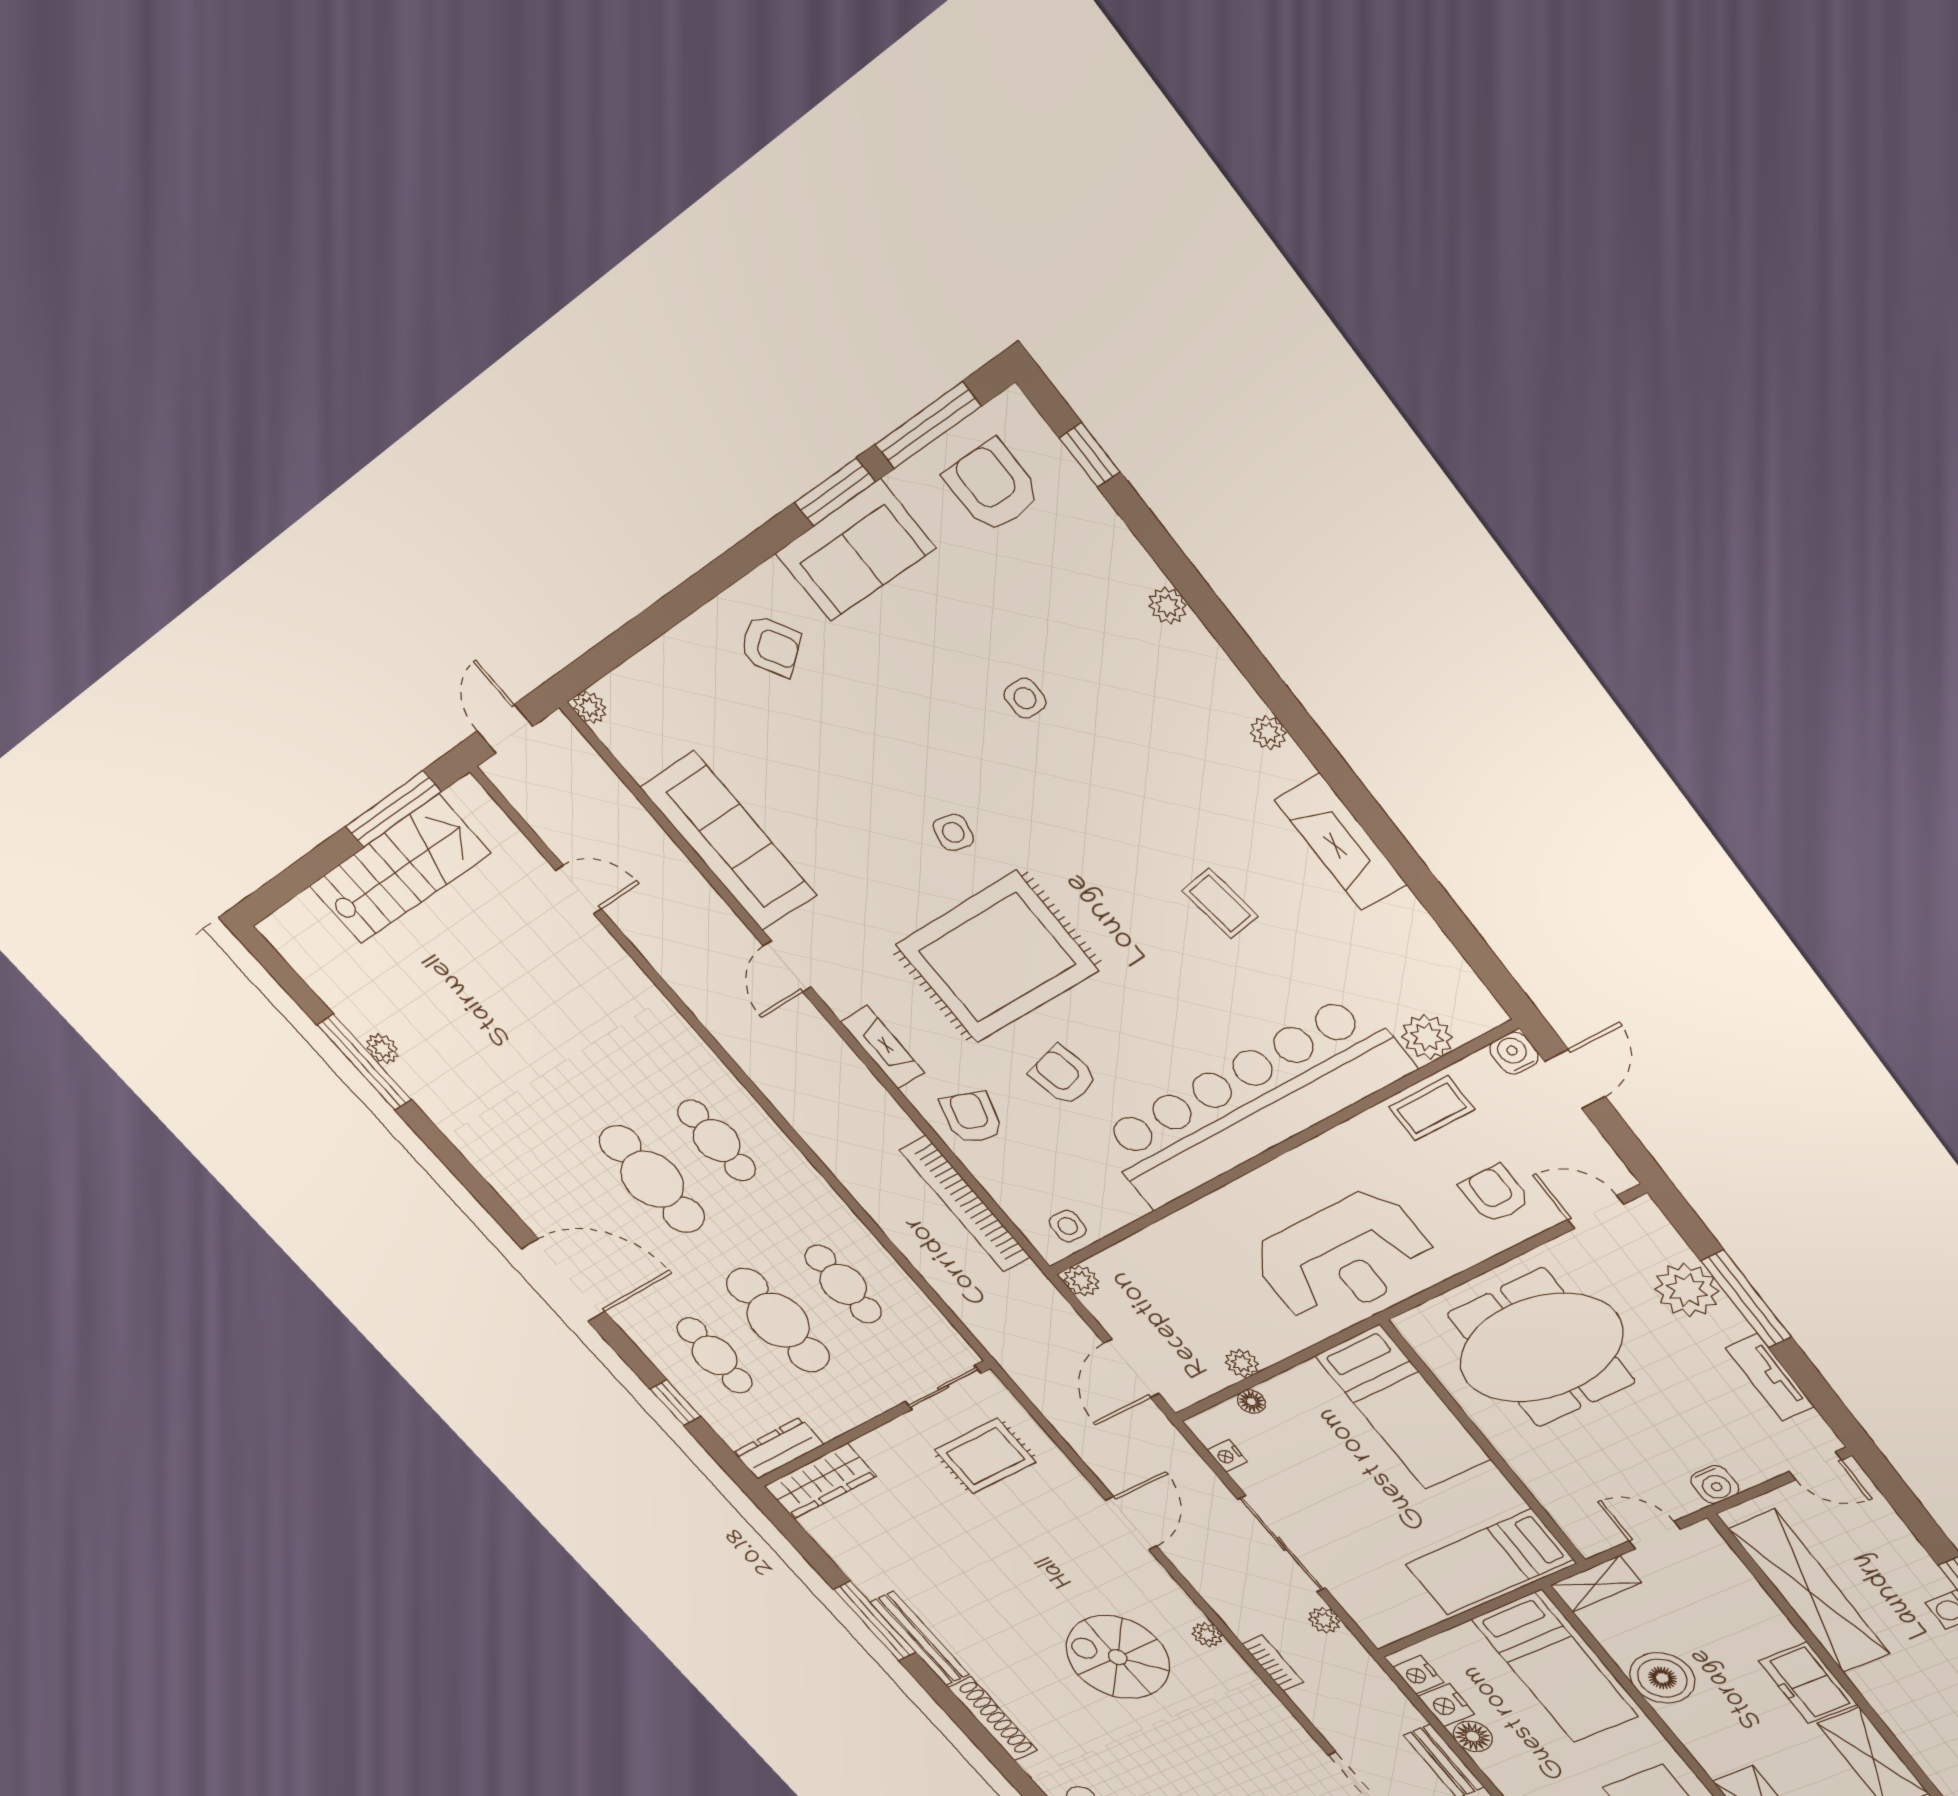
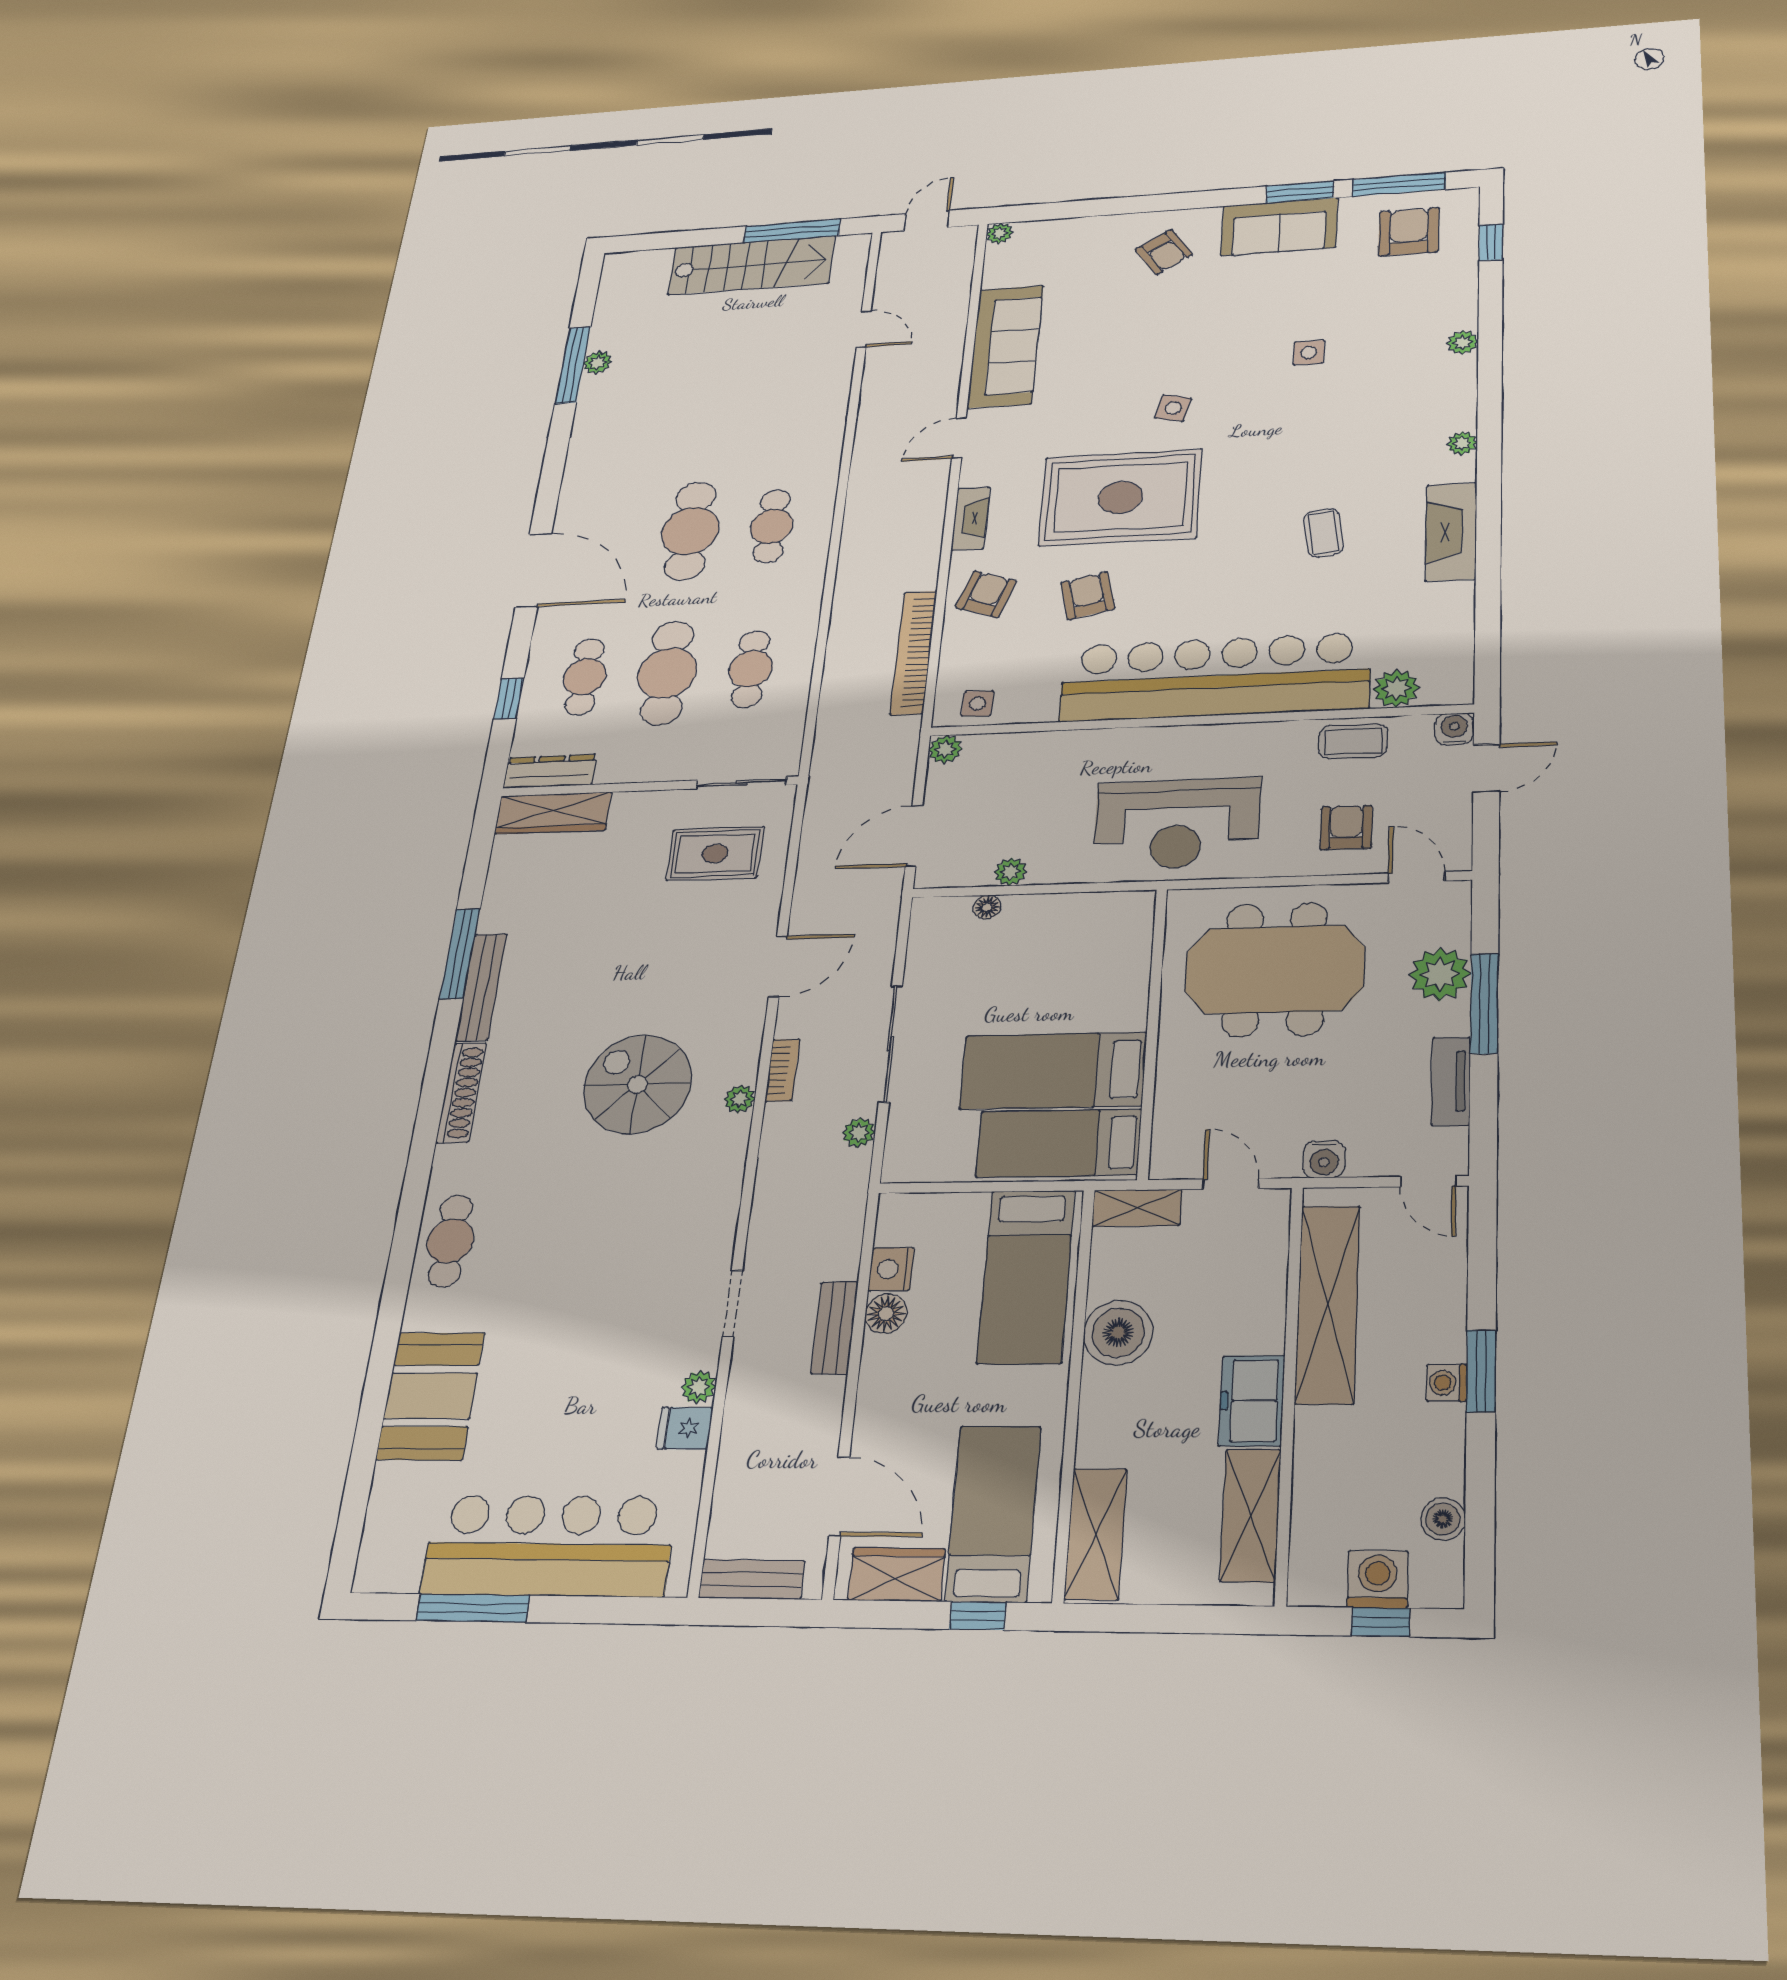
bed: (1403, 1408) -> (1053, 1071), moved, turned 90
nightstand: (1227, 1456) -> (921, 944), removed
bookcase: (1273, 1663) -> (782, 1070), moved
nightstand: (1418, 1675) -> (894, 1226), removed

